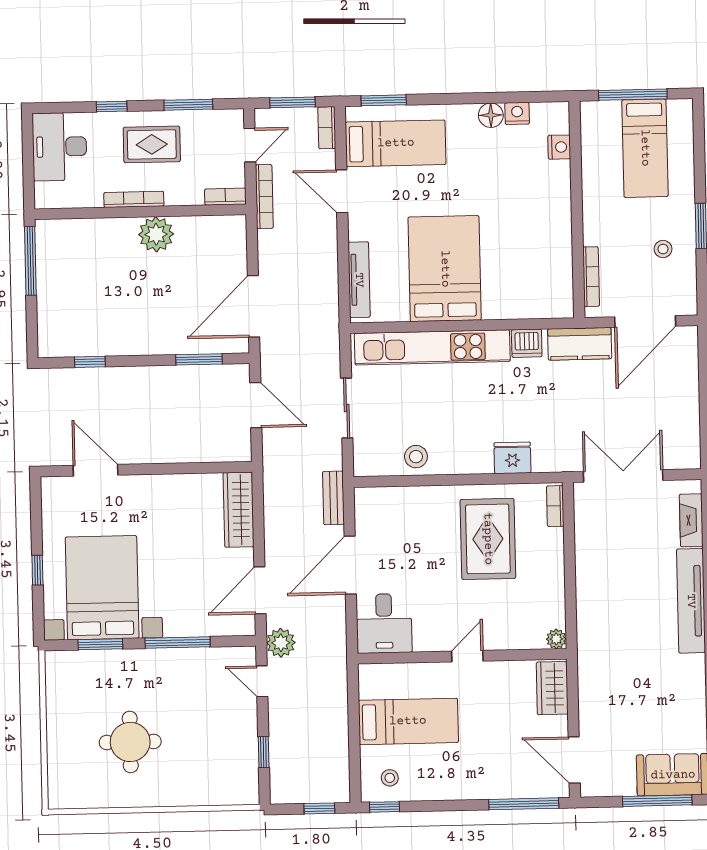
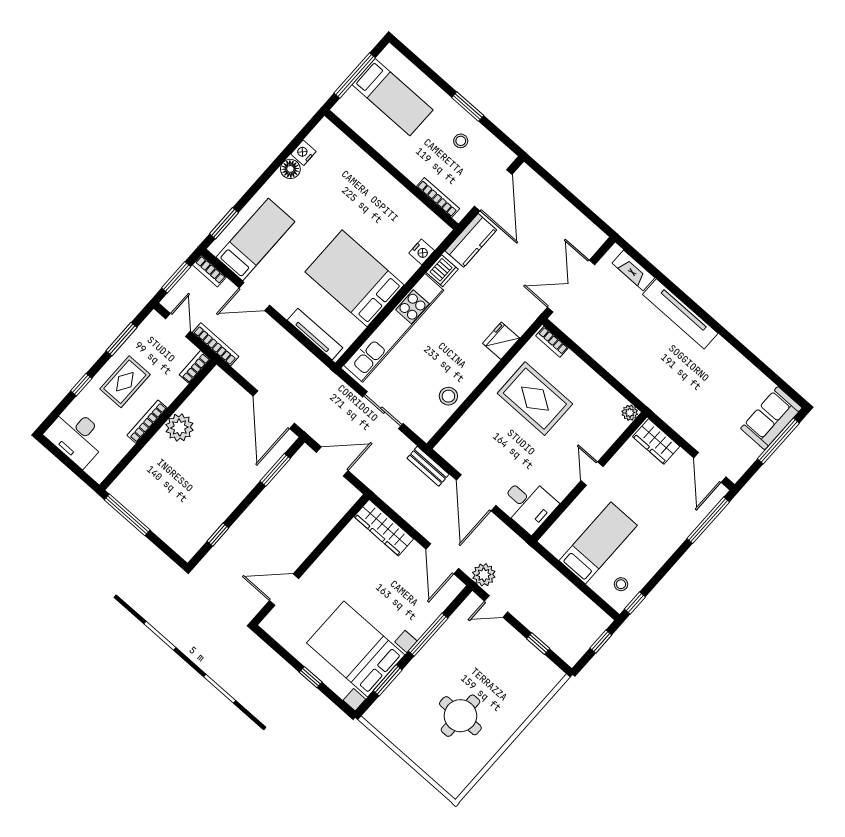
nightstand: (559, 147) -> (422, 252), moved, turned 90
door: (574, 760) -> (710, 467), hinge flipped

